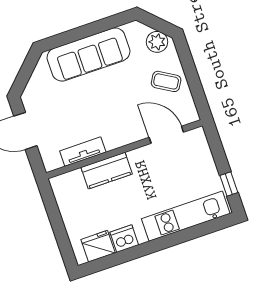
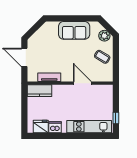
sofa: (89, 54) -> (74, 30), width x0.73
door: (166, 135) -> (82, 83), moved
kitchen counter: (107, 171) -> (40, 91), moved

